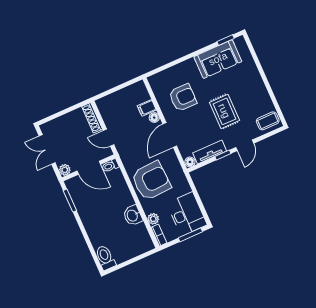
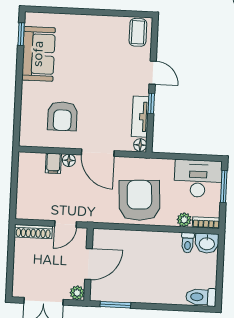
armchair: (183, 98) -> (62, 116), turned 180
rug: (224, 111) -> (102, 76), removed
toilet: (110, 166) -> (188, 243), moved
washbasin: (133, 215) -> (207, 243), moved

